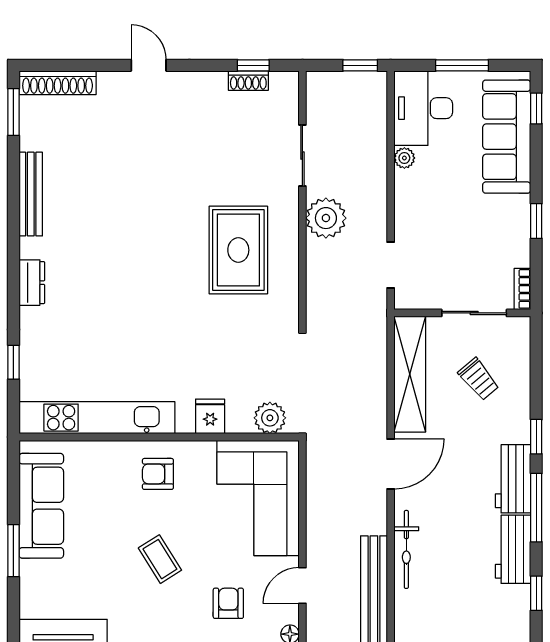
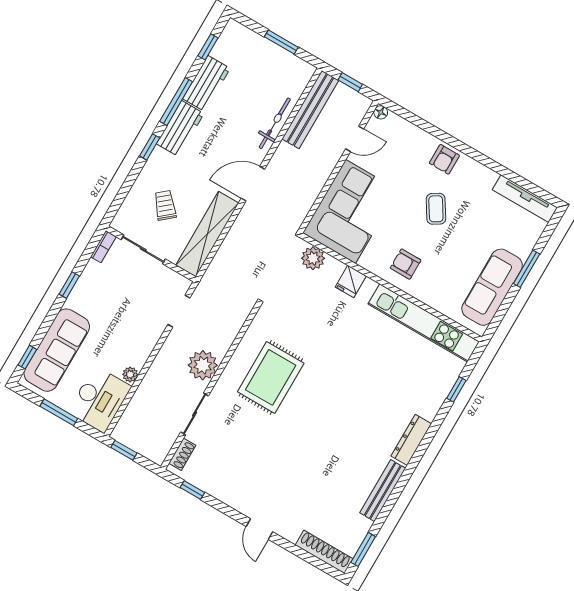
shoe rack: (248, 81) -> (182, 454), moved, turned 90
dresser: (32, 283) -> (411, 440), width x1.44
armchair: (158, 474) -> (406, 264), turned 180
armchair: (228, 603) -> (444, 159), moved

